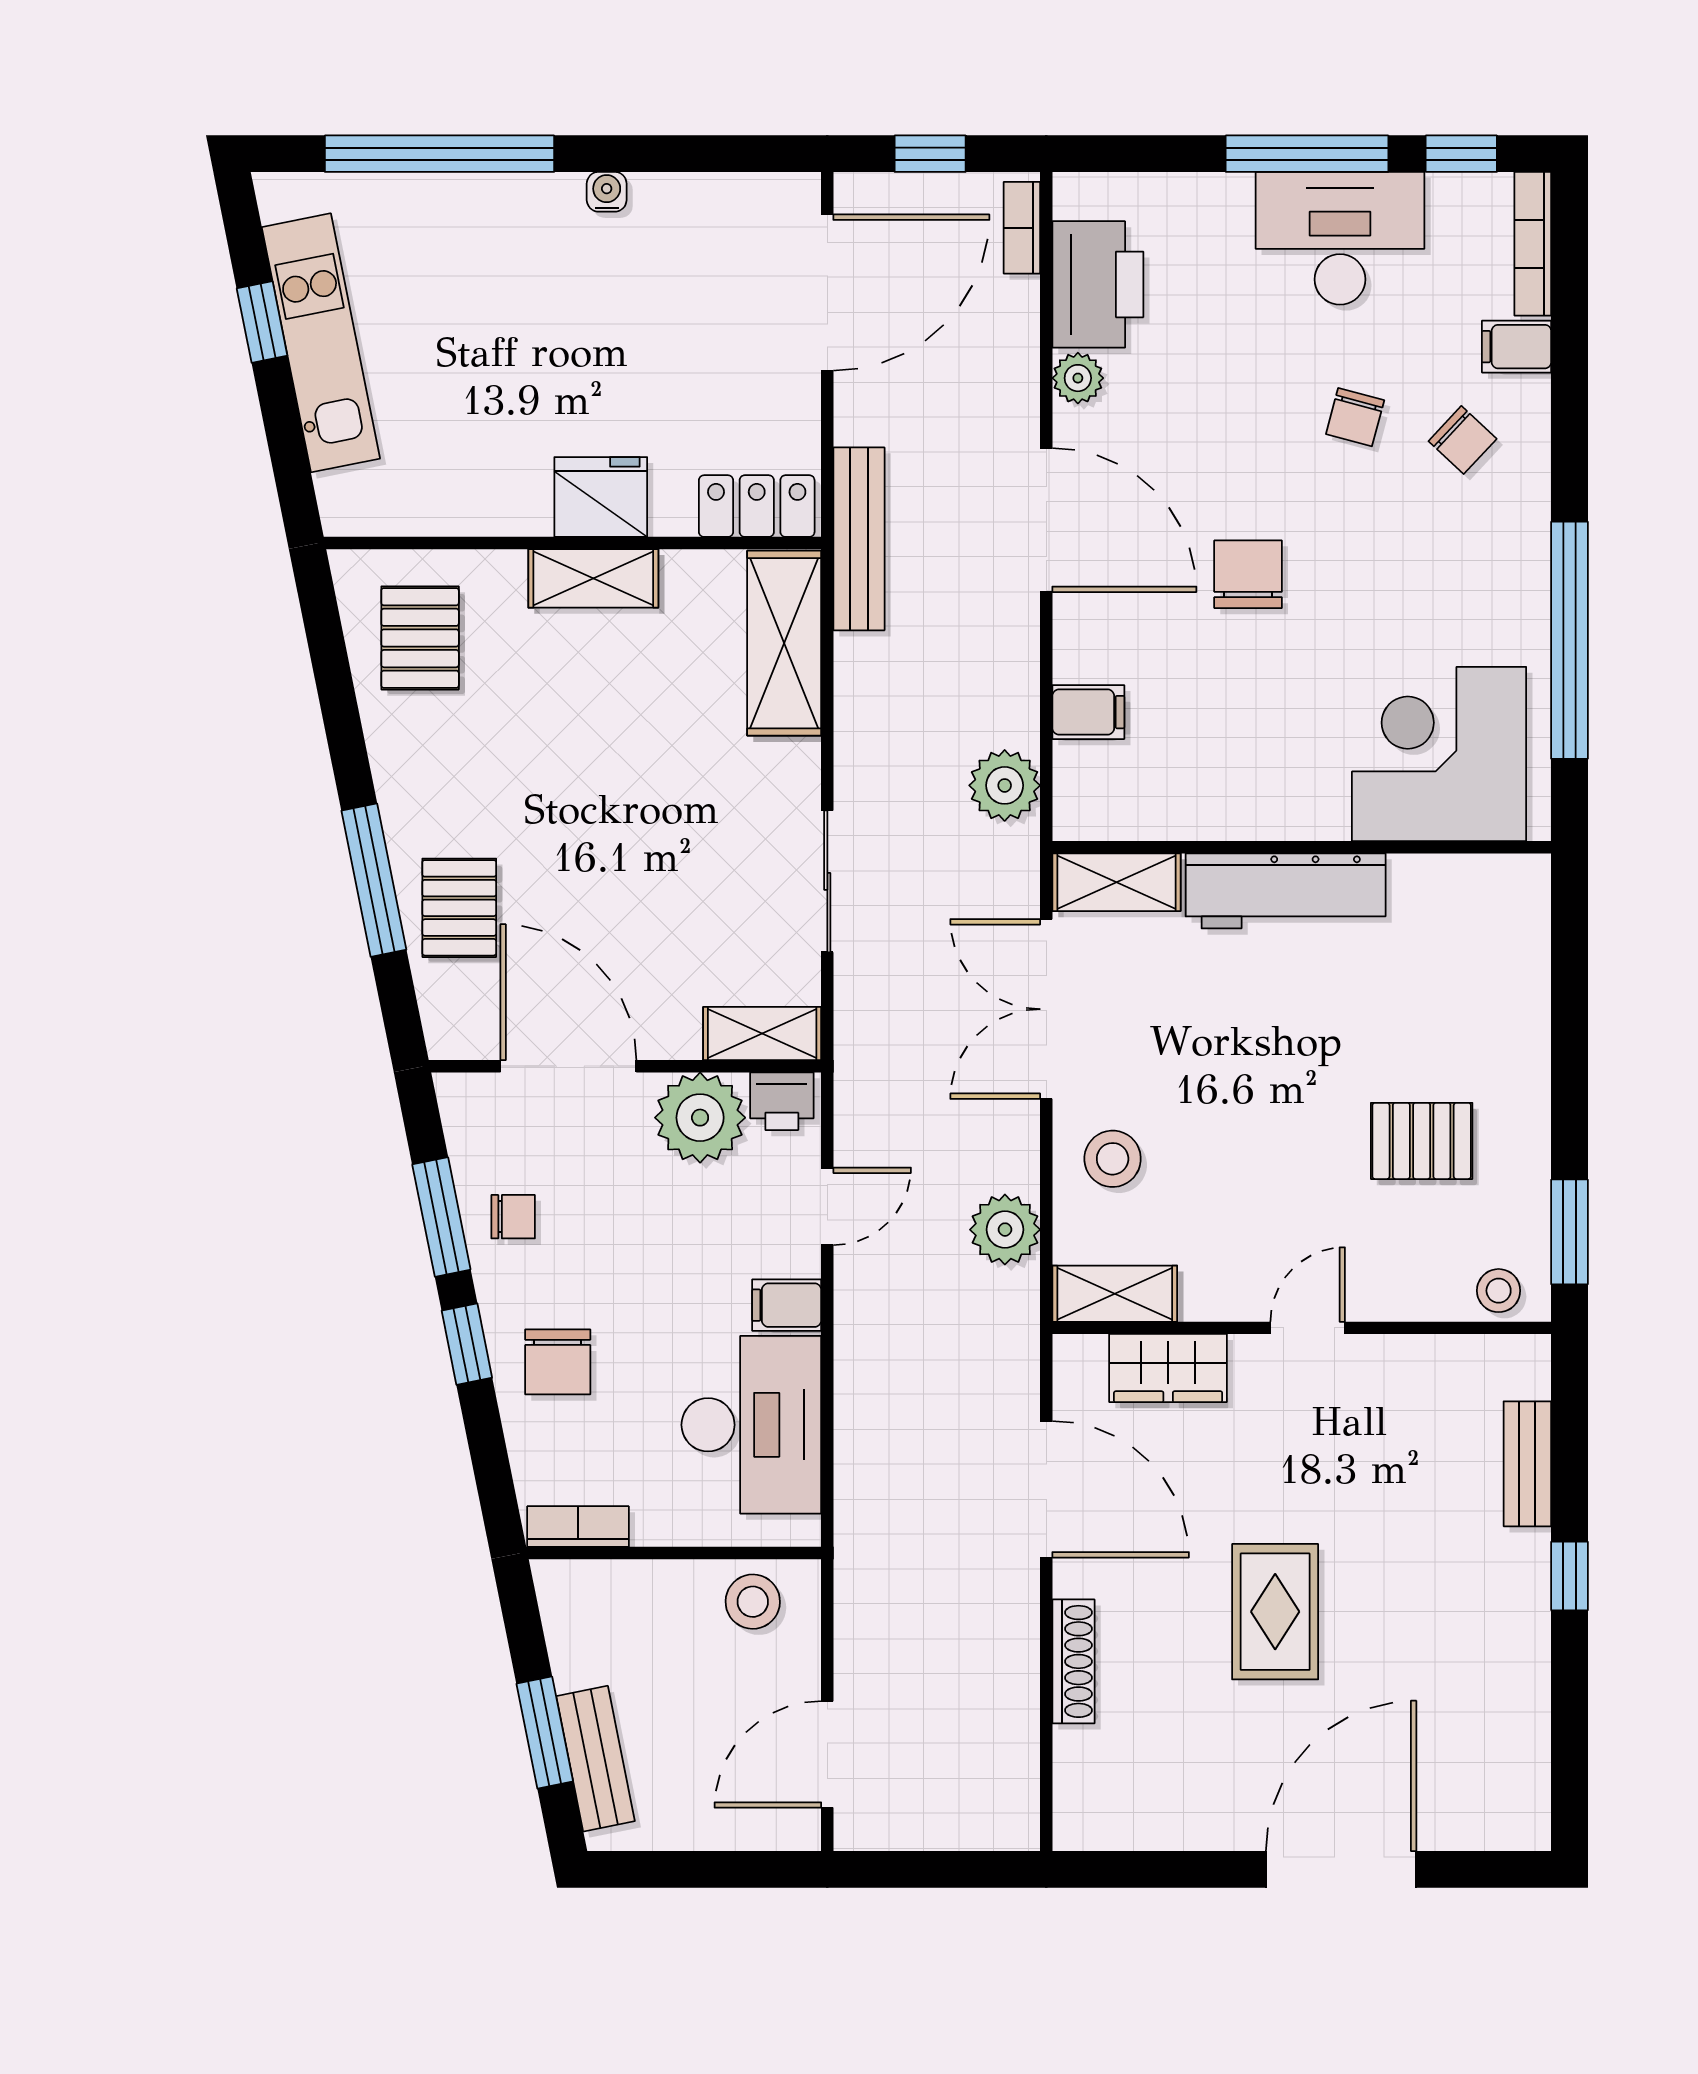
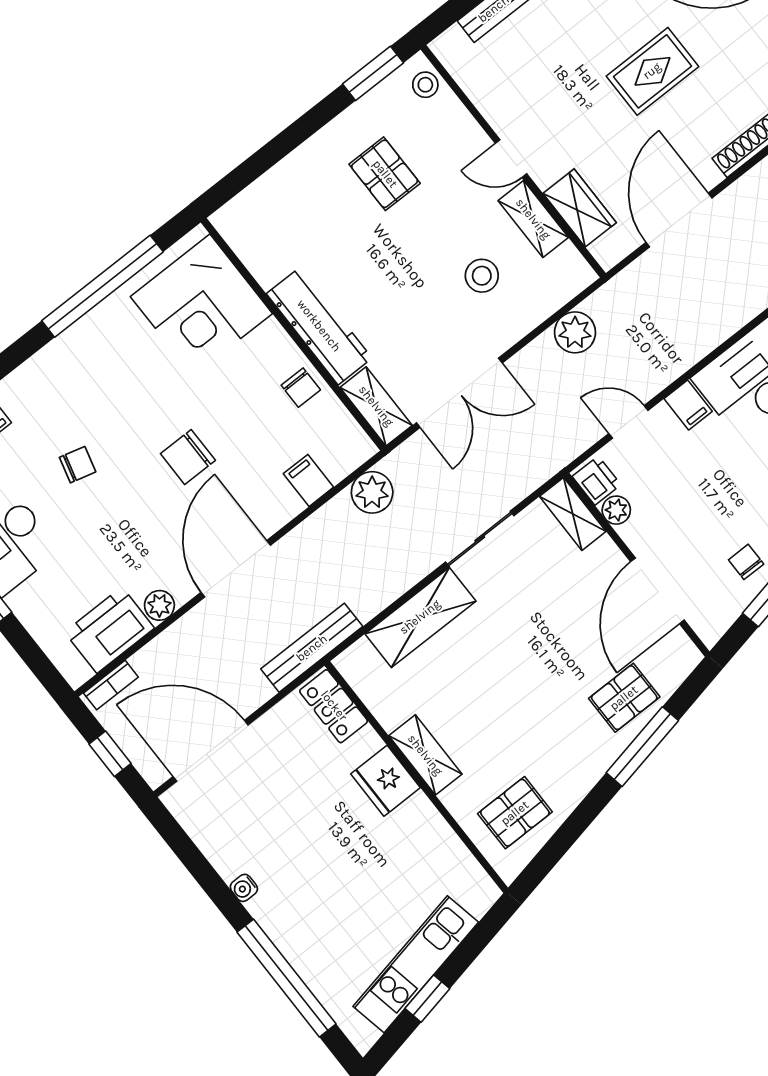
chair: (1463, 440) -> (301, 388), moved, turned 137
shelving: (784, 643) -> (420, 617), moved
plant: (700, 1118) -> (616, 510), width x0.53, depth x0.53
stool: (1113, 1159) -> (482, 276), moved
shelving: (1115, 1294) -> (533, 219), moved

